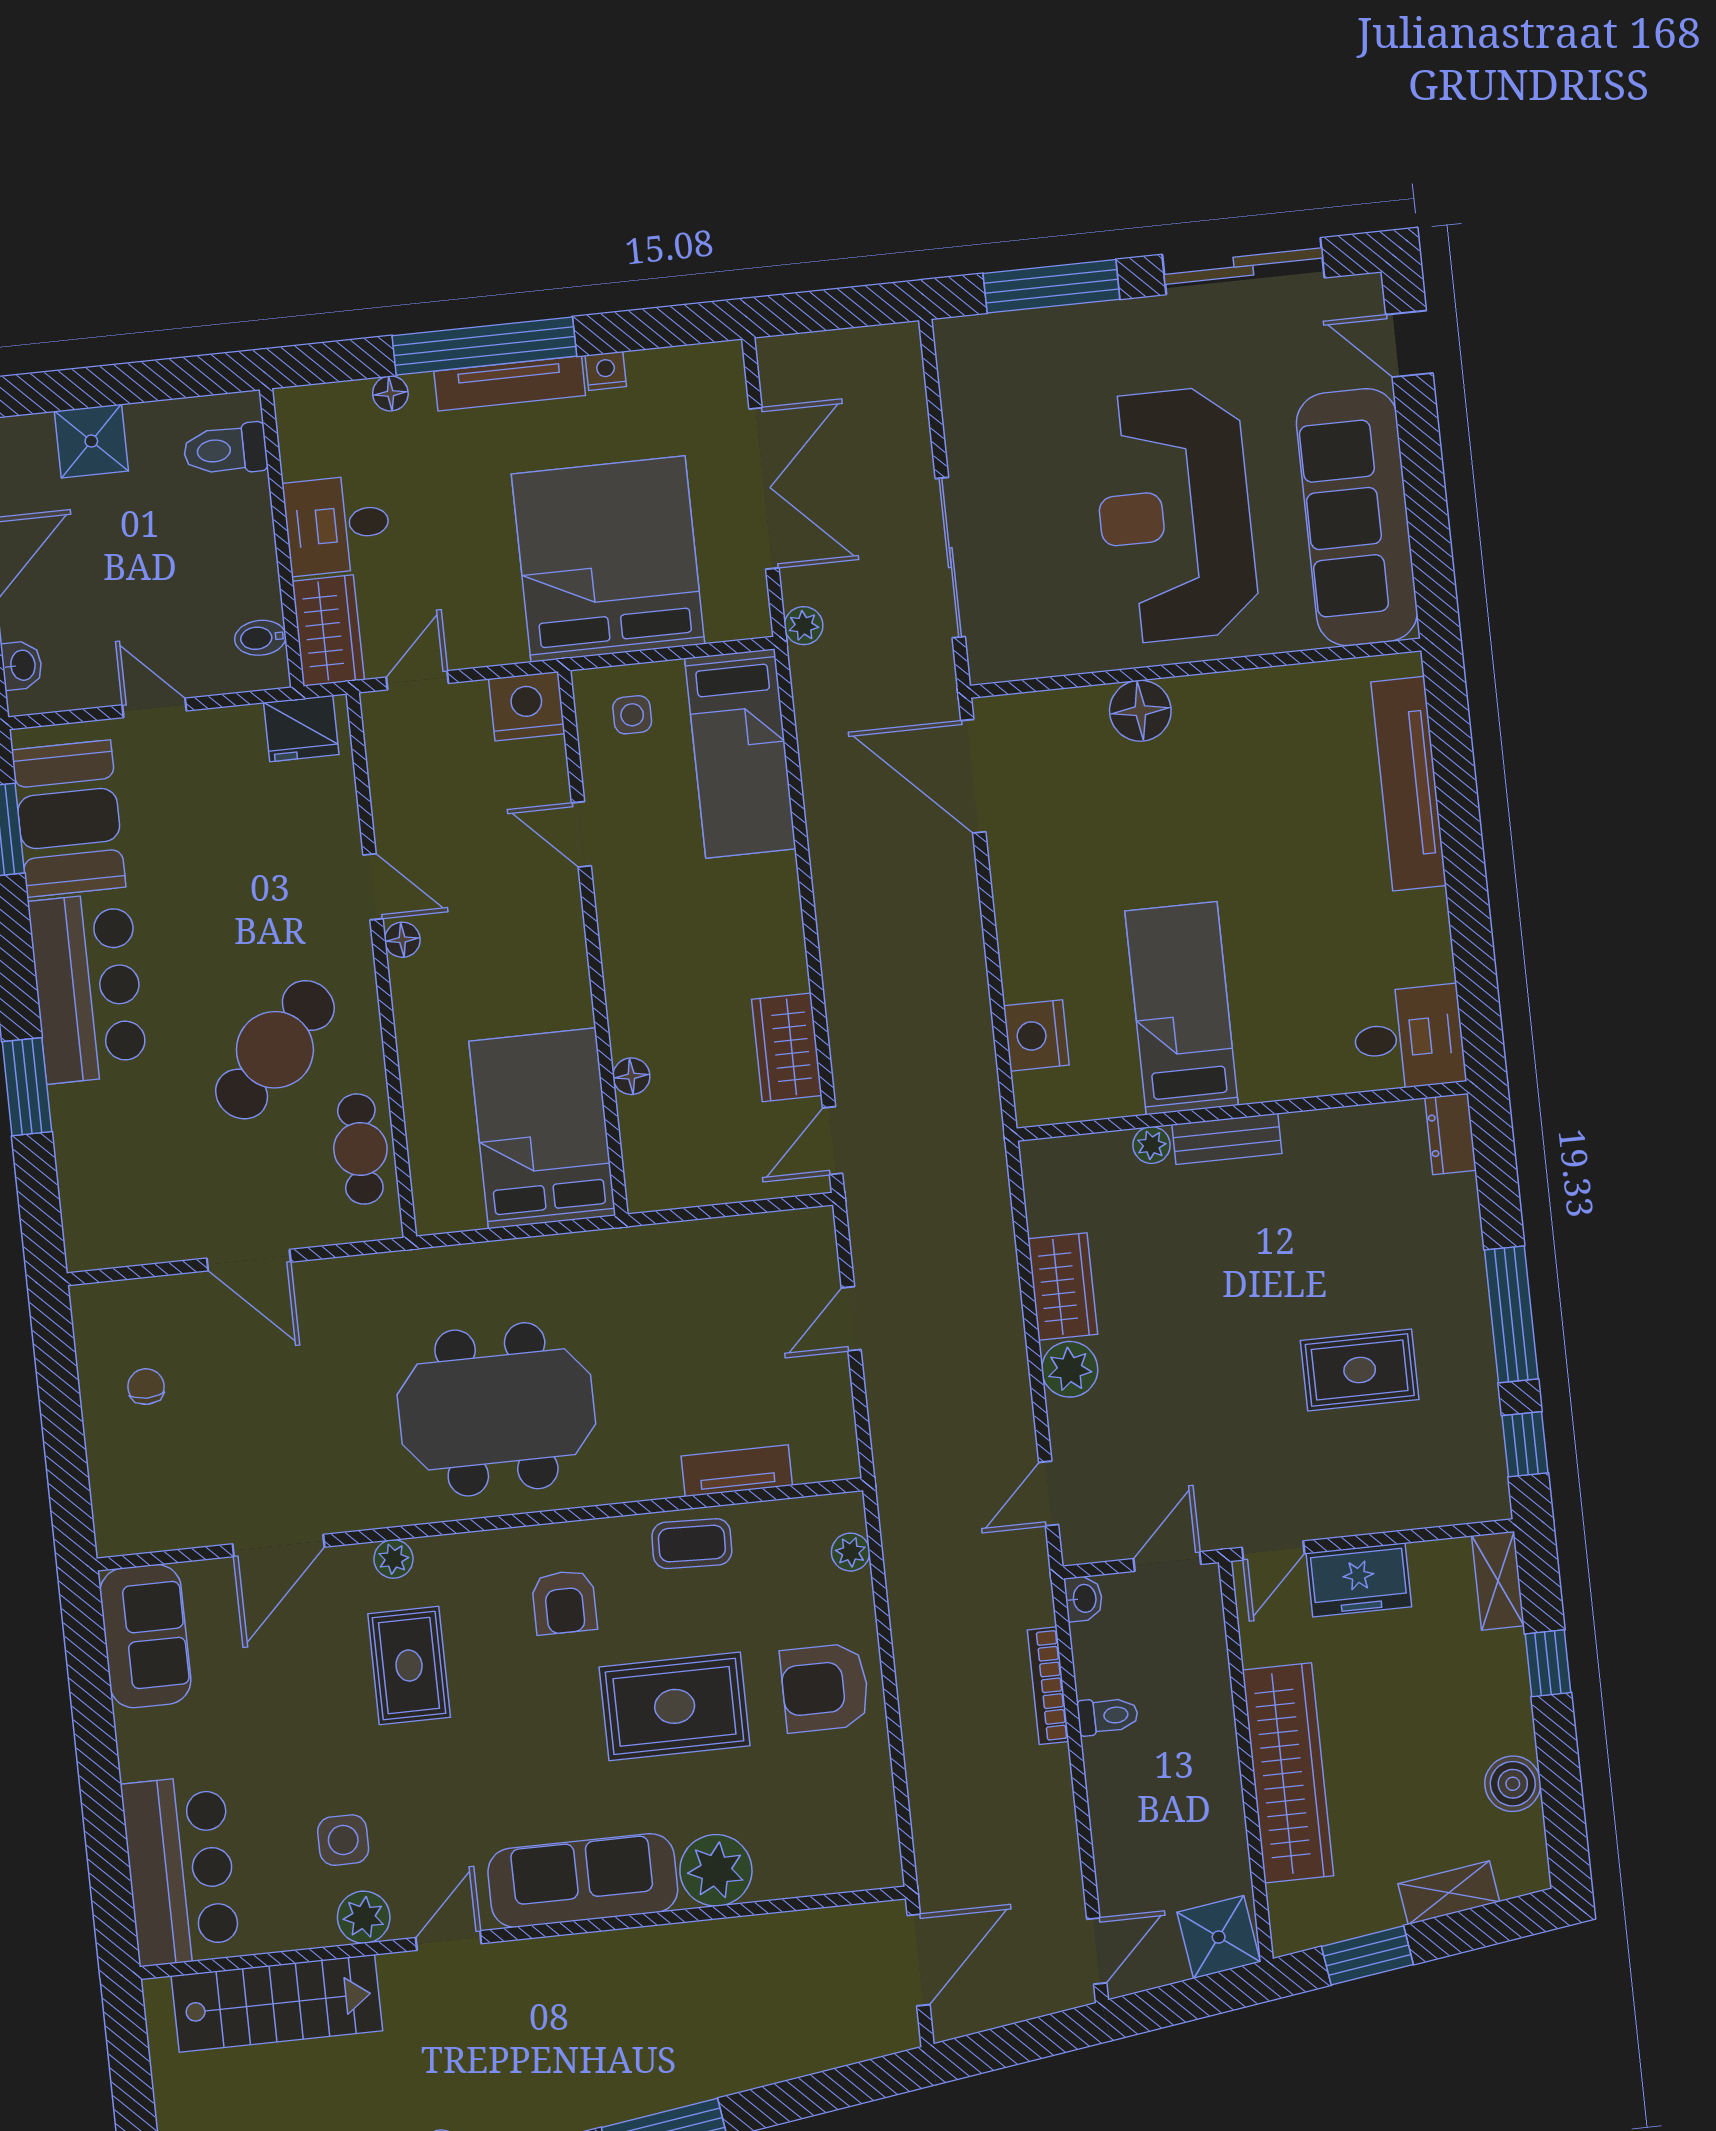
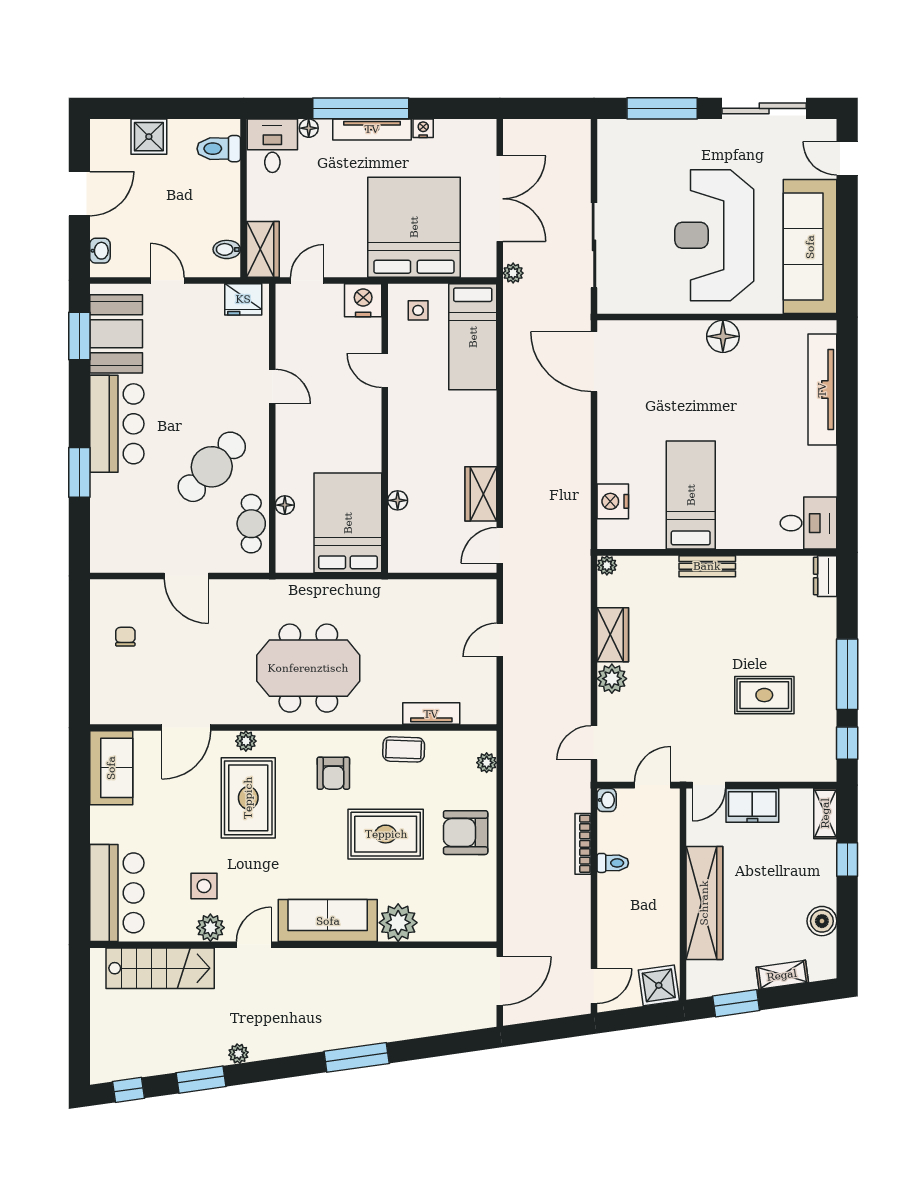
desk: (337, 525) -> (272, 146), moved, turned 90
floor lamp: (1140, 711) -> (723, 336), moved
floor lamp: (402, 940) -> (285, 505), moved
plant: (1152, 1145) -> (607, 565), moved
rug: (409, 1666) -> (248, 798), width x1.36, depth x1.43

